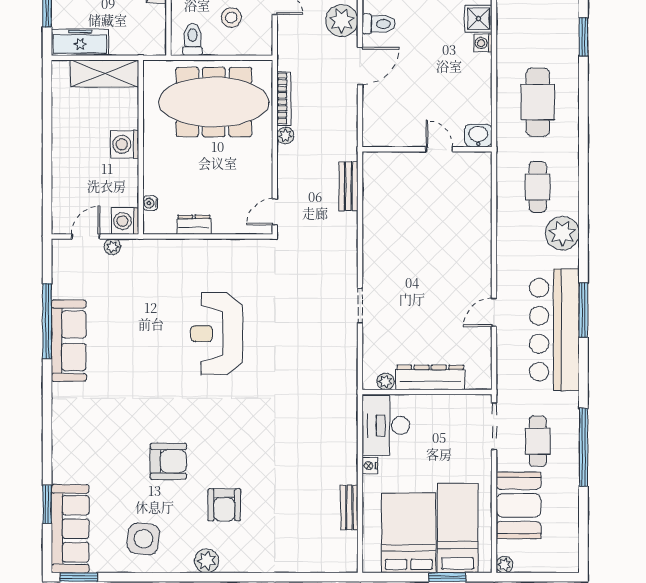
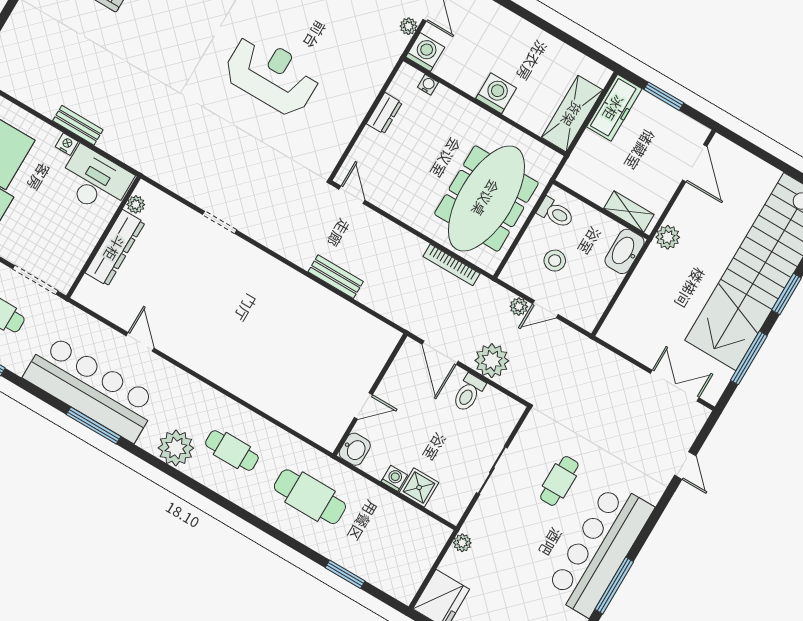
plant: (285, 136) -> (519, 307), moved
washbasin: (478, 136) -> (355, 449), moved
wall: (427, 149) -> (370, 395), moved
door: (439, 149) -> (363, 406), moved
bench: (349, 507) -> (78, 125), moved

